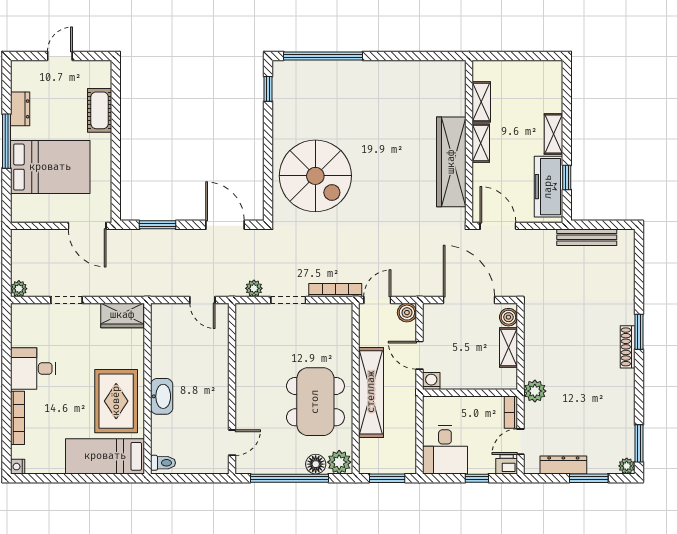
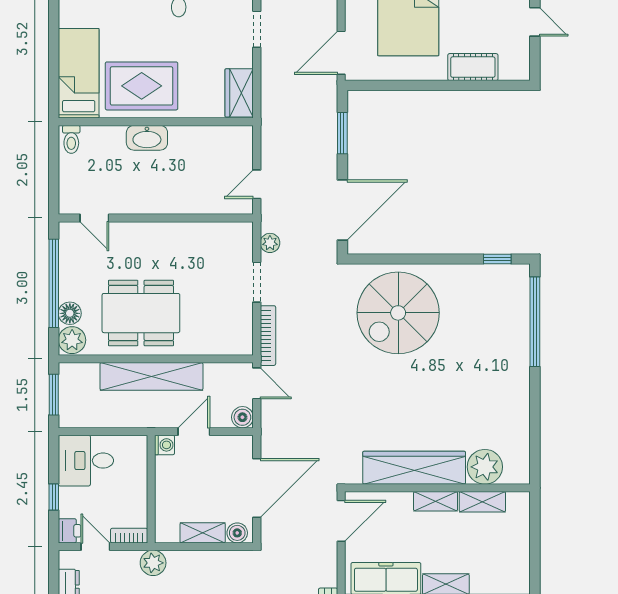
plant: (450, 100) -> (485, 467), added
door: (225, 225) -> (342, 210), width x1.36

